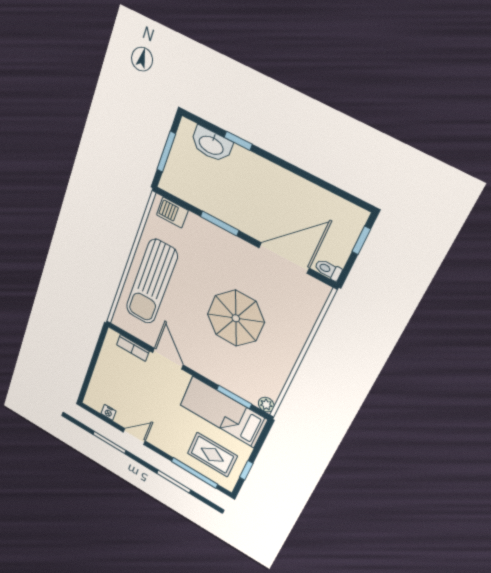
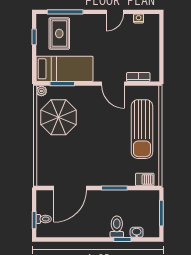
washbasin: (211, 145) -> (137, 232), width x0.52, depth x0.69
toilet: (239, 165) -> (117, 227), added
toilet: (328, 270) -> (44, 219), moved
sun lounger: (152, 282) -> (142, 129), turned 180
parasol: (236, 318) -> (59, 117), moved
rug: (212, 455) -> (59, 33), turned 90

